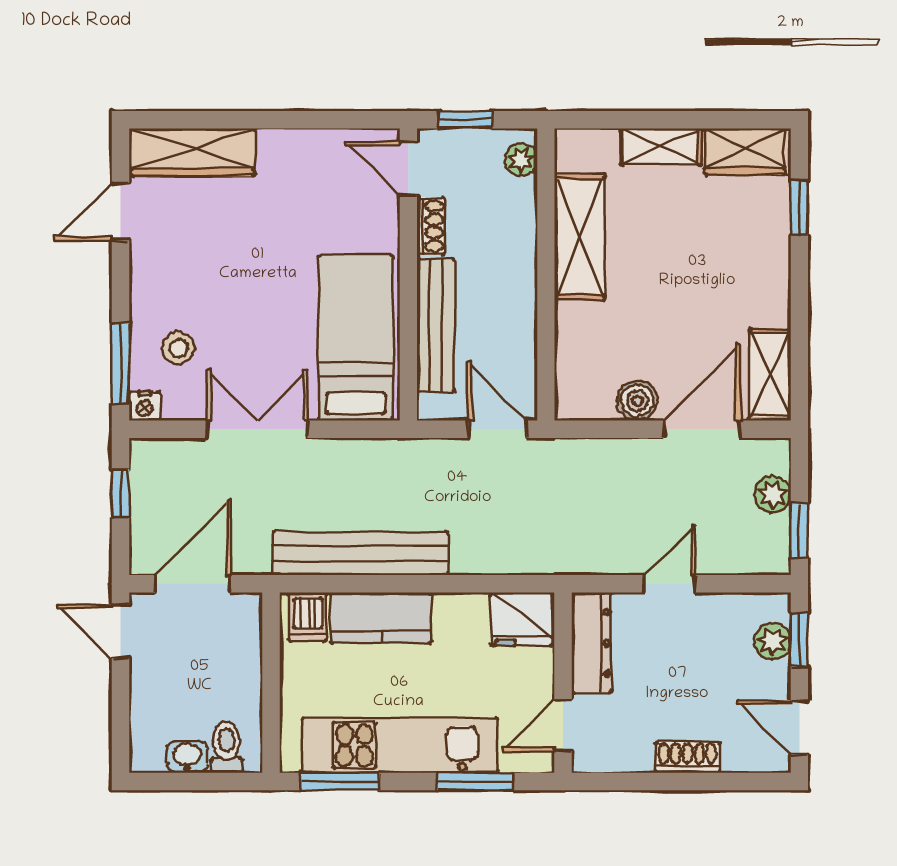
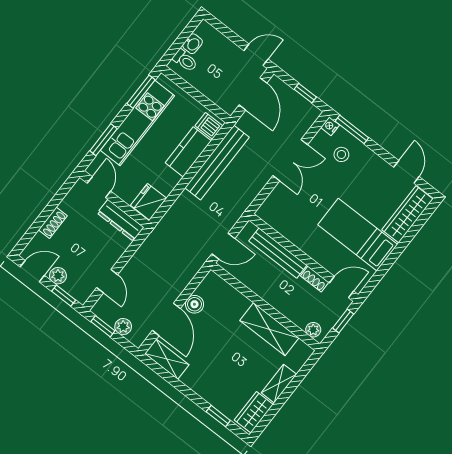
bed: (355, 338) -> (358, 235), moved, turned 180
door: (670, 584) -> (107, 281), moved
plant: (772, 641) -> (58, 276), moved

